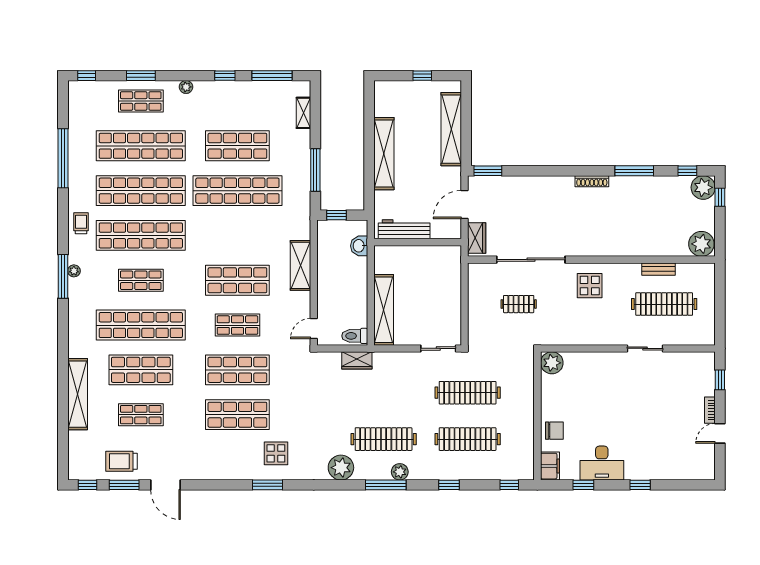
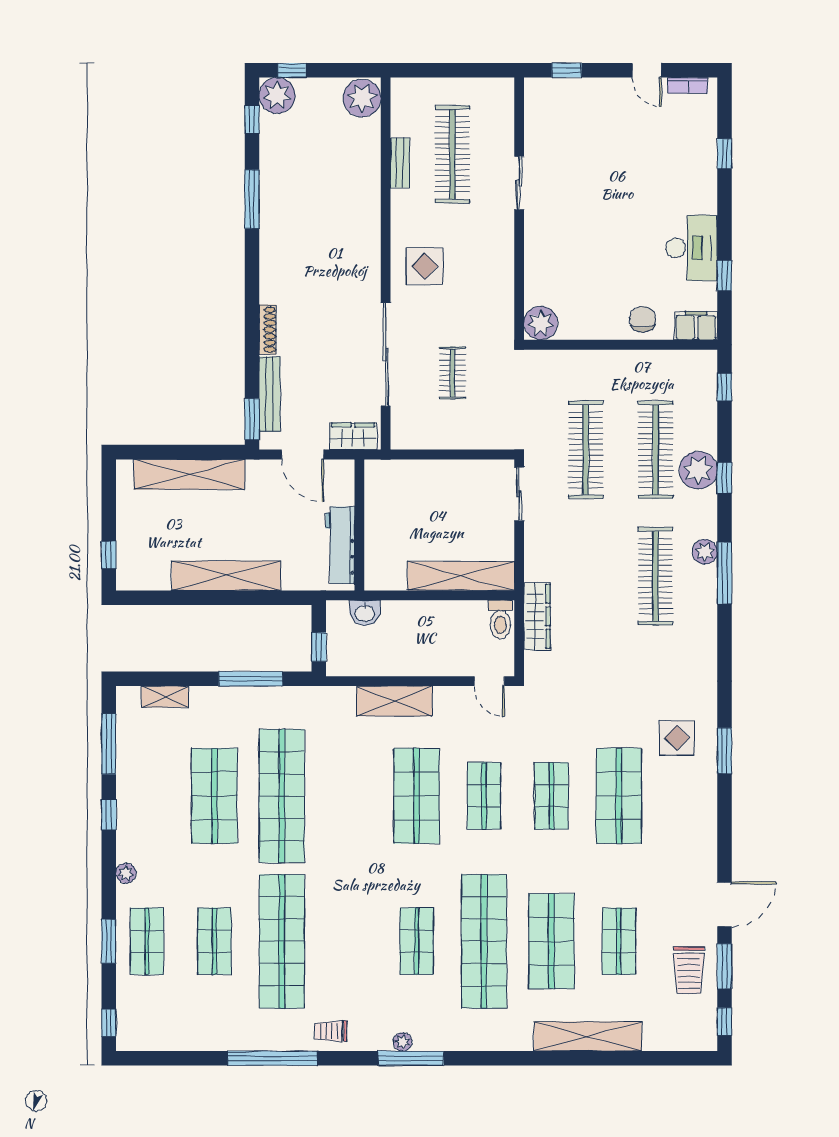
window: (422, 76) -> (109, 555), moved
shop shelf: (141, 146) -> (214, 941), width x0.50, depth x0.74
window: (63, 158) -> (272, 1058), moved
shoe rack: (592, 181) -> (268, 330), moved
bench: (505, 182) -> (270, 394), added
shop shelf: (141, 235) -> (349, 941), removed
wardrobe: (357, 360) -> (537, 616), width x1.50
shop shelf: (237, 370) -> (551, 796), width x0.70, depth x0.74
bookcase: (710, 410) -> (688, 85), moved
plant: (341, 468) -> (698, 470), moved
window: (640, 485) -> (724, 154), moved

